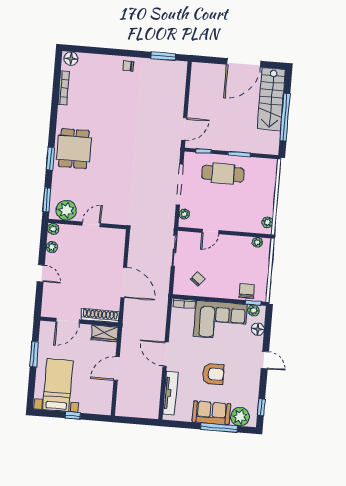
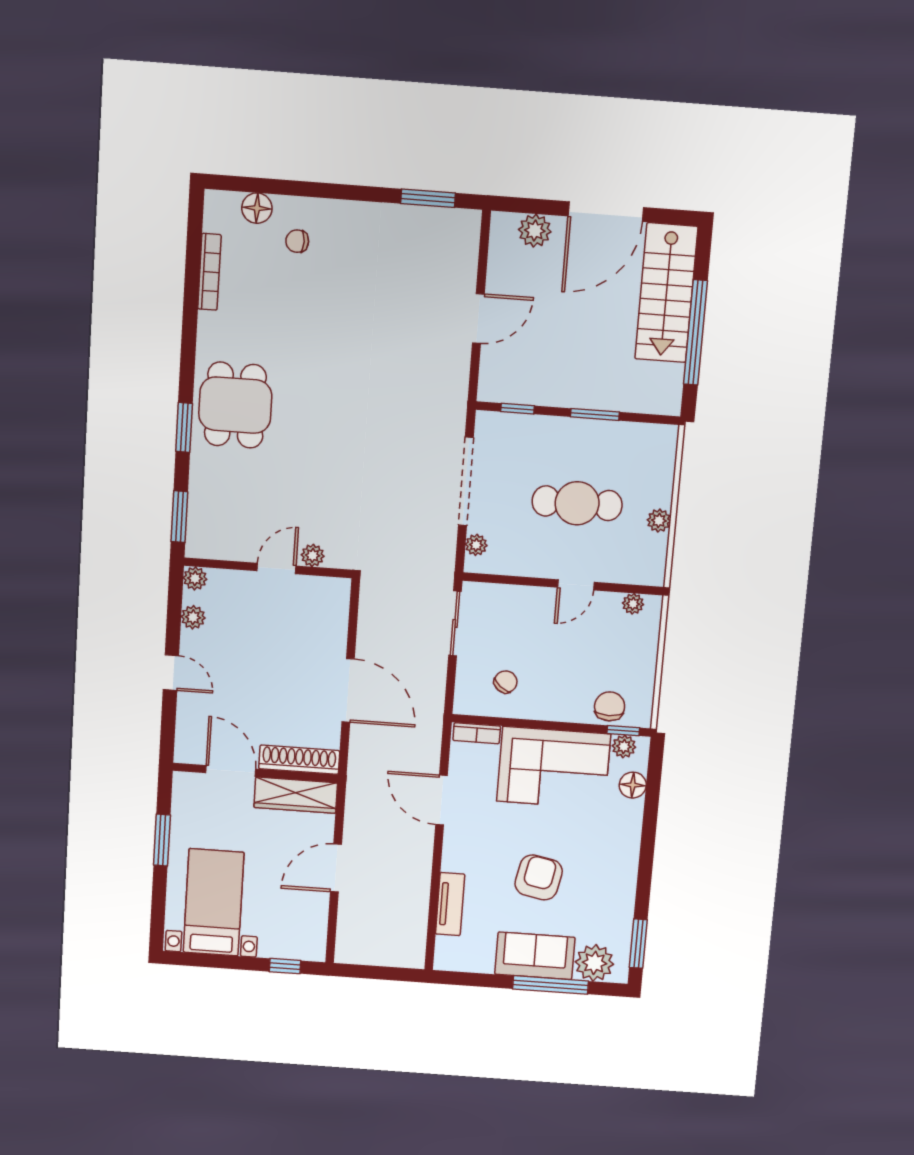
floor lamp: (71, 59) -> (257, 208), moved
chair: (128, 66) -> (297, 241), moved
plant: (212, 71) -> (535, 231), added
door: (184, 129) -> (478, 318), moved
cafe table: (223, 174) -> (577, 503), moved
plant: (66, 210) -> (313, 555), moved, width x0.53, depth x0.53
plant: (267, 222) -> (659, 521), moved
door: (210, 231) -> (576, 585), moved
door: (68, 321) -> (231, 771), swing flipped
wardrobe: (105, 333) -> (296, 795), width x1.50
door: (166, 354) -> (442, 800), moved
door: (265, 360) -> (647, 848), removed
armchair: (213, 374) -> (539, 877), turned -79
tv unit: (170, 393) -> (450, 904), width x0.71
window: (261, 407) -> (638, 944), width x1.50
window: (73, 416) -> (285, 966), moved

